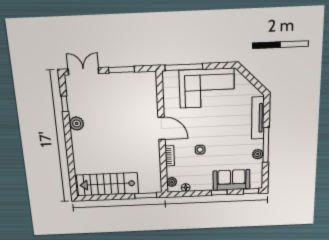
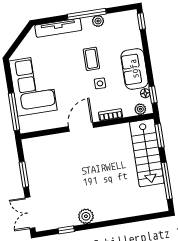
coffee table: (224, 145) -> (91, 59), added
sofa: (231, 180) -> (134, 69), moved
stairs: (108, 184) -> (147, 153), moved
window: (219, 192) -> (153, 95), moved
window: (104, 197) -> (167, 181), added

